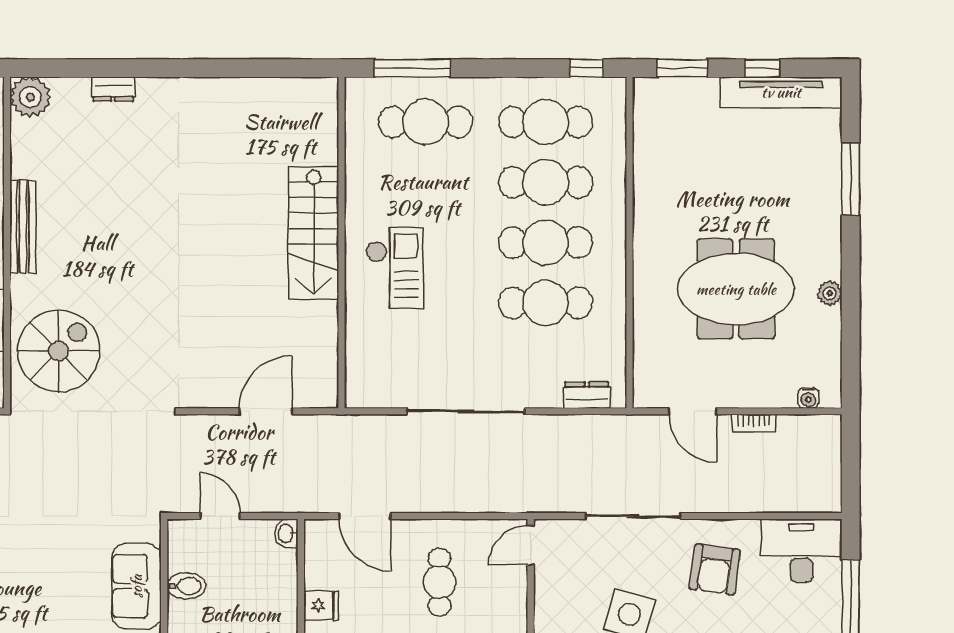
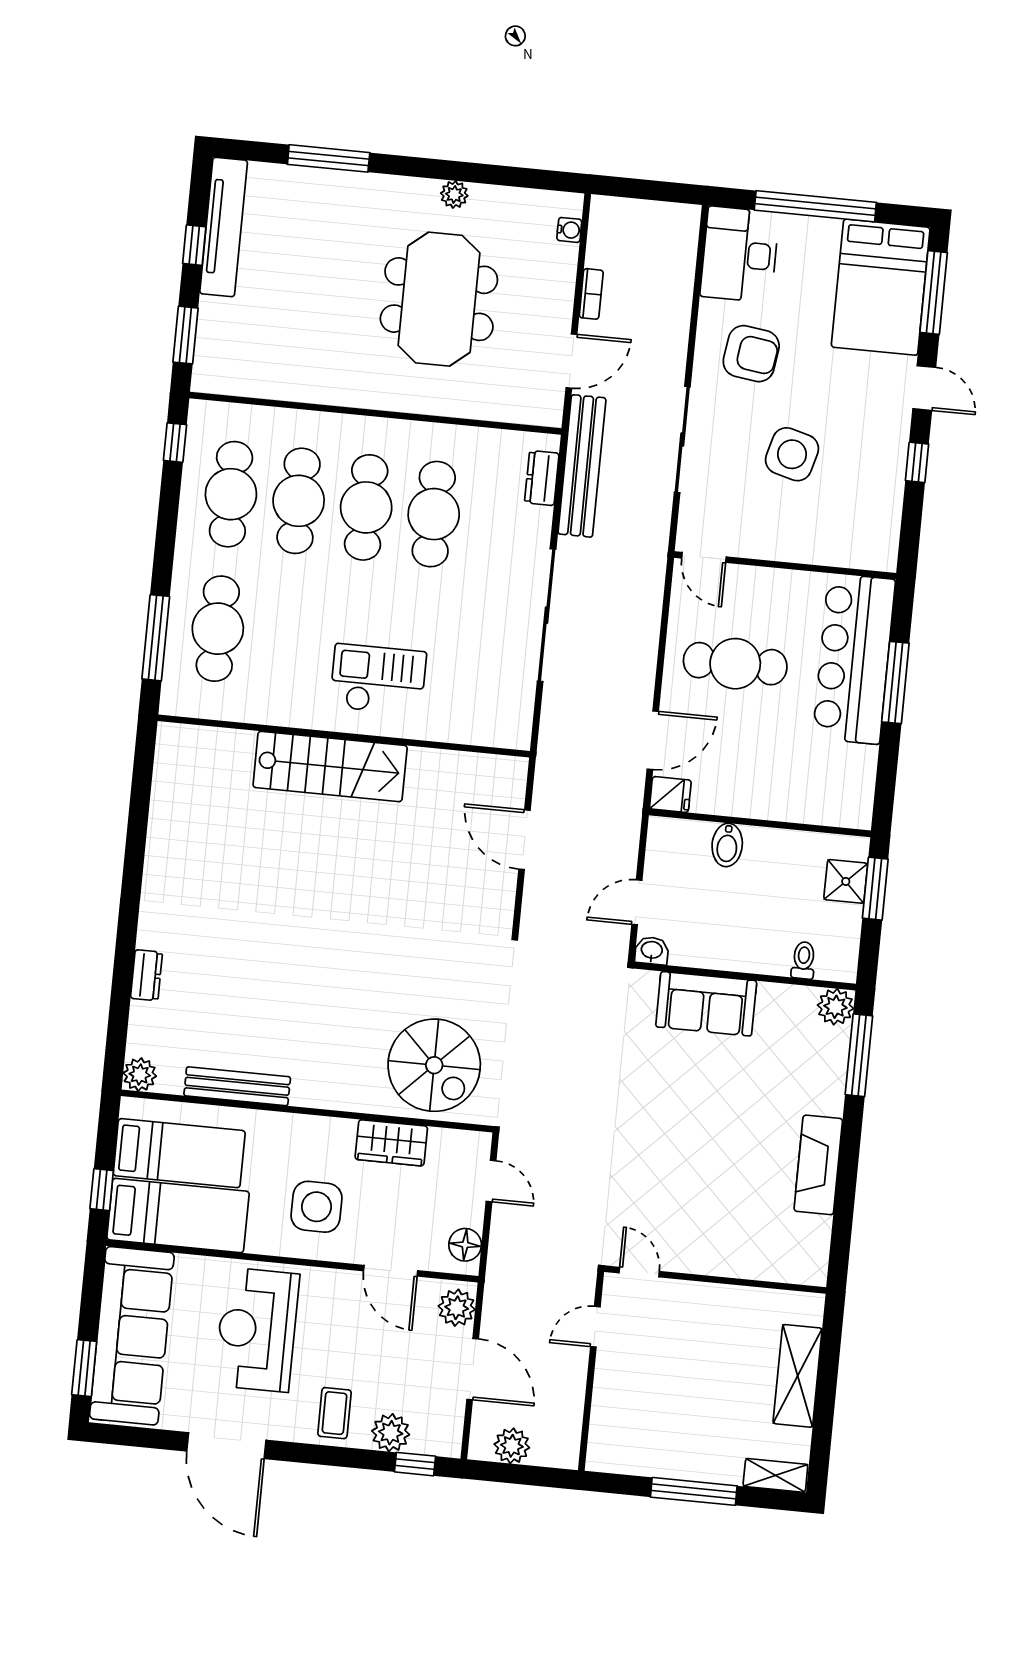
plant: (30, 97) -> (140, 1075), width x0.73, depth x0.73
bench: (23, 227) -> (237, 1086), moved
spiral stairs: (59, 351) -> (434, 1065), turned 180
bench: (601, 430) -> (582, 466), added
washbasin: (286, 533) -> (652, 951), moved, turned 180
cafe table: (439, 582) -> (735, 664), width x1.37, depth x1.35
bidet: (186, 586) -> (727, 845), moved, turned 180
fridge: (321, 606) -> (670, 794), moved, turned 90

